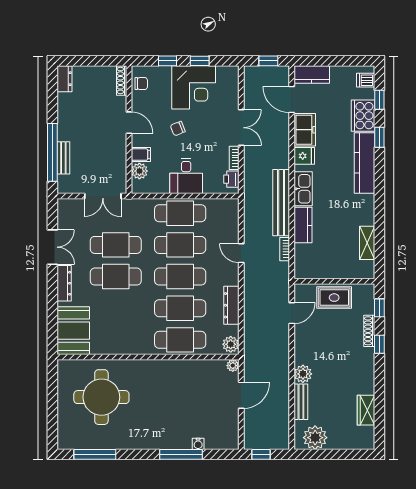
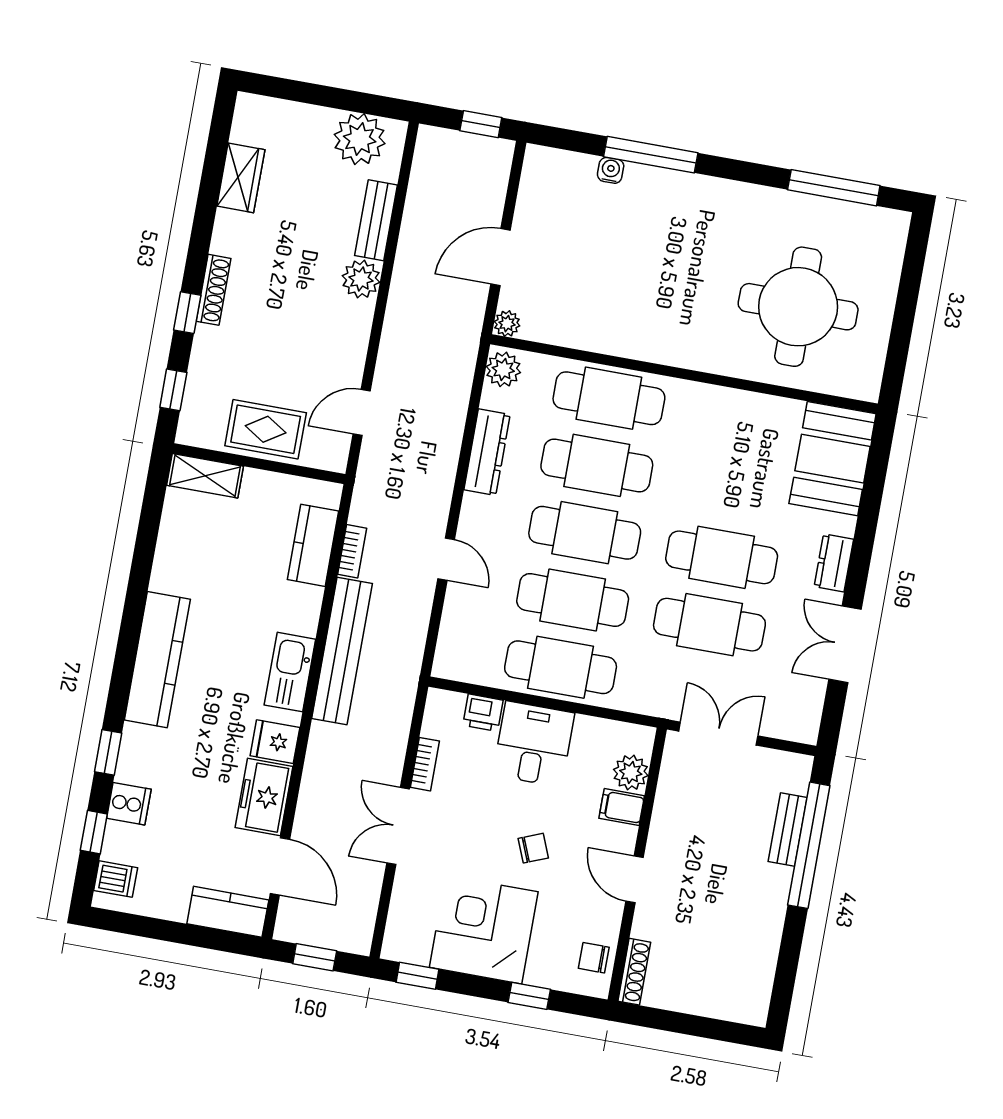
window: (200, 61) -> (417, 976), moved
dresser: (64, 79) -> (755, 997), removed
cooker: (363, 116) -> (129, 804), width x0.53, depth x0.76
kitchen counter: (365, 163) -> (157, 660), moved
printer: (231, 179) -> (483, 713), moved, turned 90
kitchen counter: (303, 225) -> (313, 545), moved
shelving: (367, 243) -> (205, 476), moved, turned 90
dresser: (64, 283) -> (834, 563), width x0.70
shoe rack: (369, 331) -> (214, 290), moved

